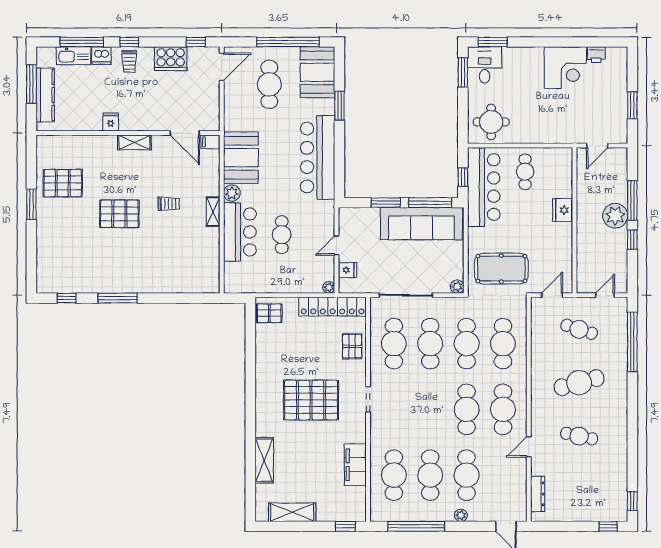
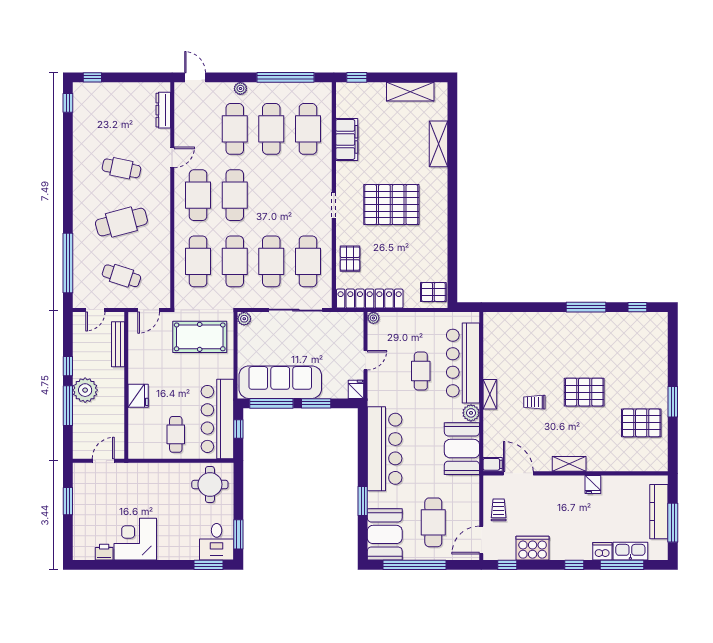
trolley: (129, 62) -> (499, 510), moved
bar counter: (240, 232) -> (463, 363), width x1.36
bench: (583, 261) -> (118, 344), added
fridge: (348, 270) -> (356, 389), moved, turned 90

